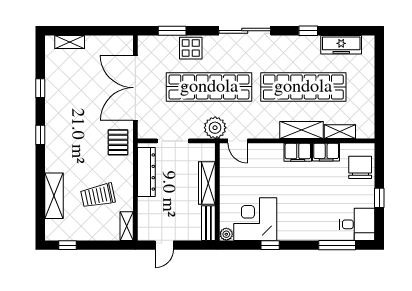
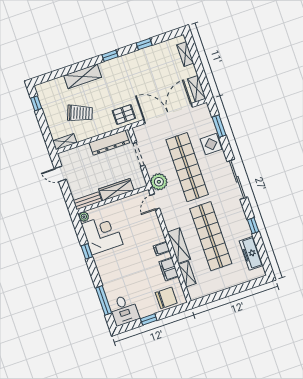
shelving: (117, 42) -> (197, 89), added
filing cabinet: (298, 152) -> (162, 248), width x0.50
shelving: (54, 196) -> (83, 76), moved
trolley: (98, 196) -> (80, 113), turned 123

